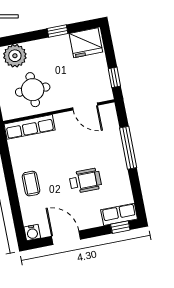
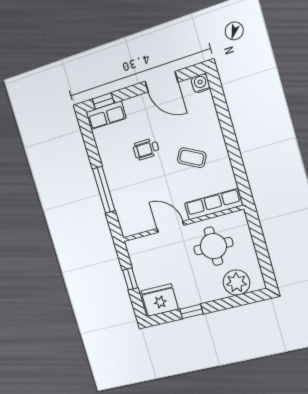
window: (114, 77) -> (130, 279), moved
door: (85, 106) -> (170, 227), moved
wheelchair: (85, 181) -> (146, 149), width x0.73, depth x0.73
coffee table: (31, 184) -> (192, 158), moved, turned -62

